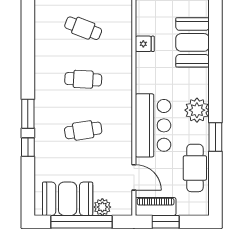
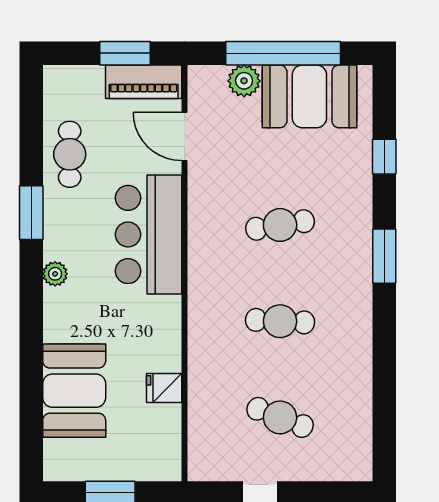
plant: (197, 110) -> (55, 274), width x0.53, depth x0.53
window: (28, 147) -> (384, 157), moved
cafe table: (195, 168) -> (70, 154), width x0.73, depth x0.74

